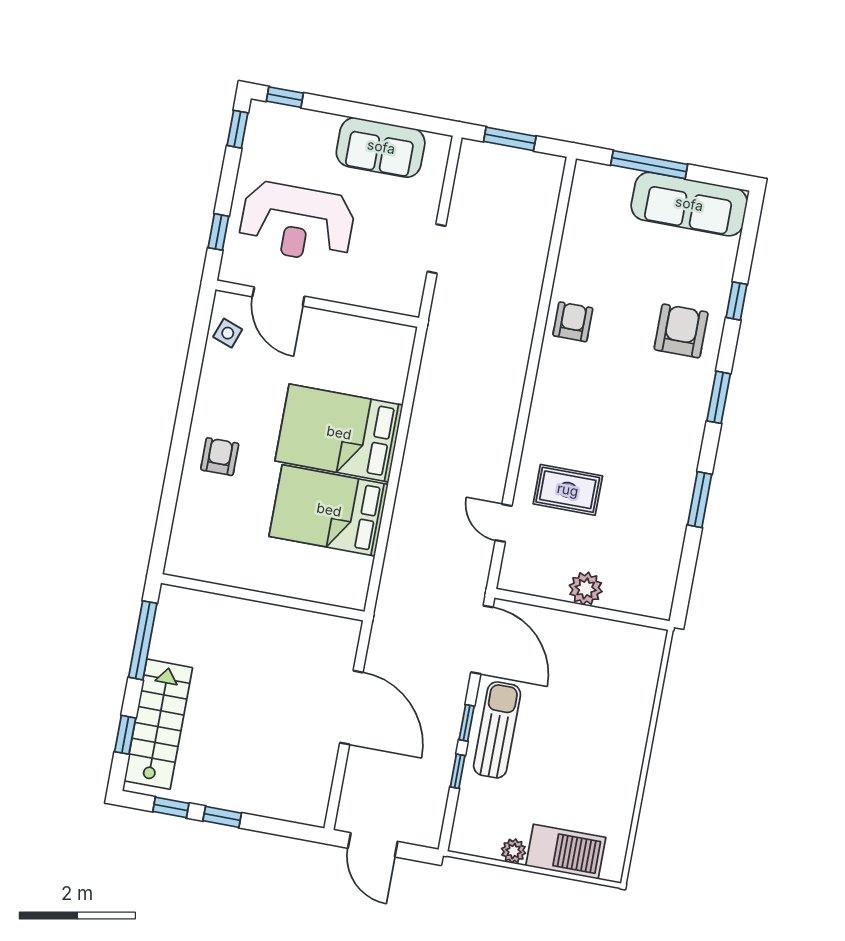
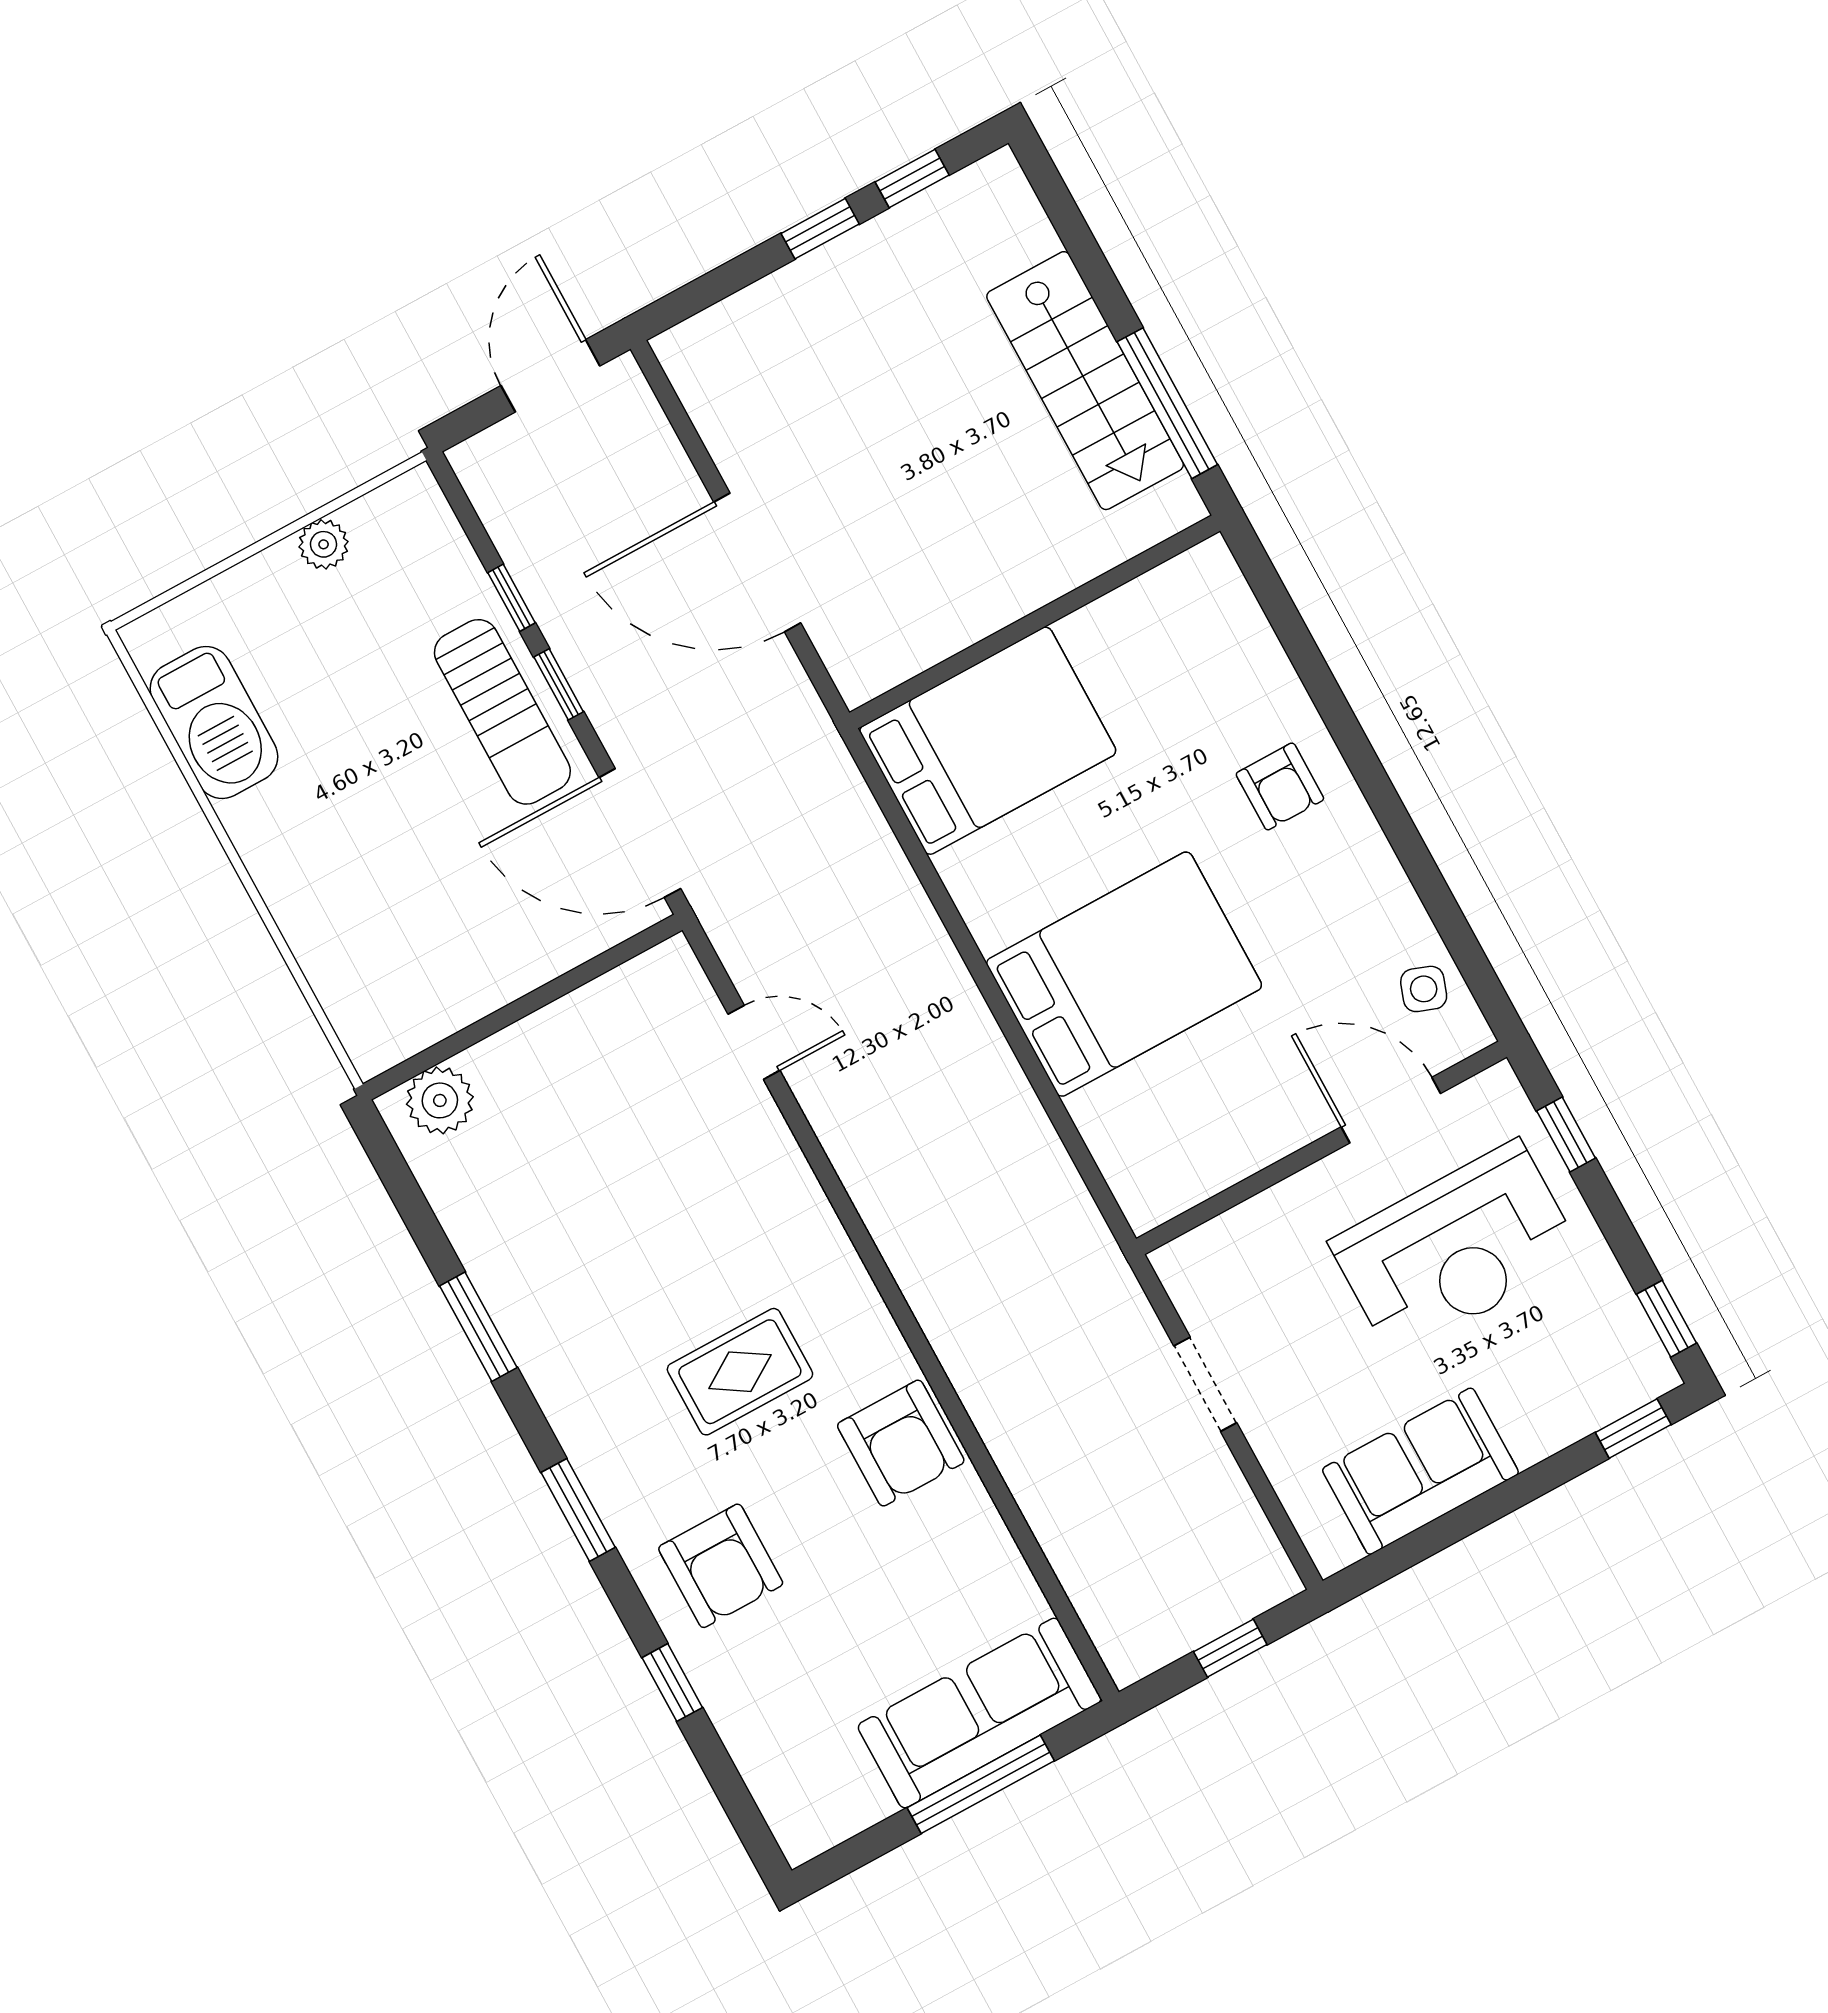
window: (510, 139) -> (1230, 1648), width x0.67
sofa: (689, 204) -> (980, 1713), moved
reception desk: (297, 222) -> (1456, 1249), turned 180
armchair: (573, 322) -> (901, 1443), width x1.38, depth x1.38
rug: (568, 490) -> (740, 1372), moved
bed: (329, 510) -> (988, 741), moved
plant: (586, 589) -> (440, 1100), moved
stairs: (158, 724) -> (1085, 381), moved
window: (125, 735) -> (1075, 234), removed
door: (373, 845) -> (550, 376), hinge flipped
barbecue: (566, 852) -> (214, 723), moved, turned -90

